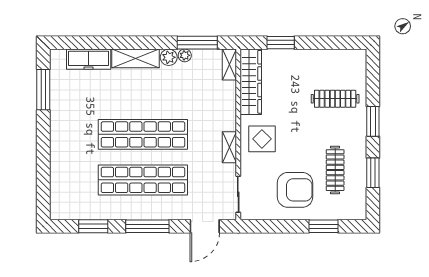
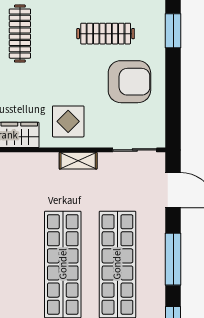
armchair: (295, 190) -> (129, 82), turned 90
window: (323, 226) -> (173, 31), moved

